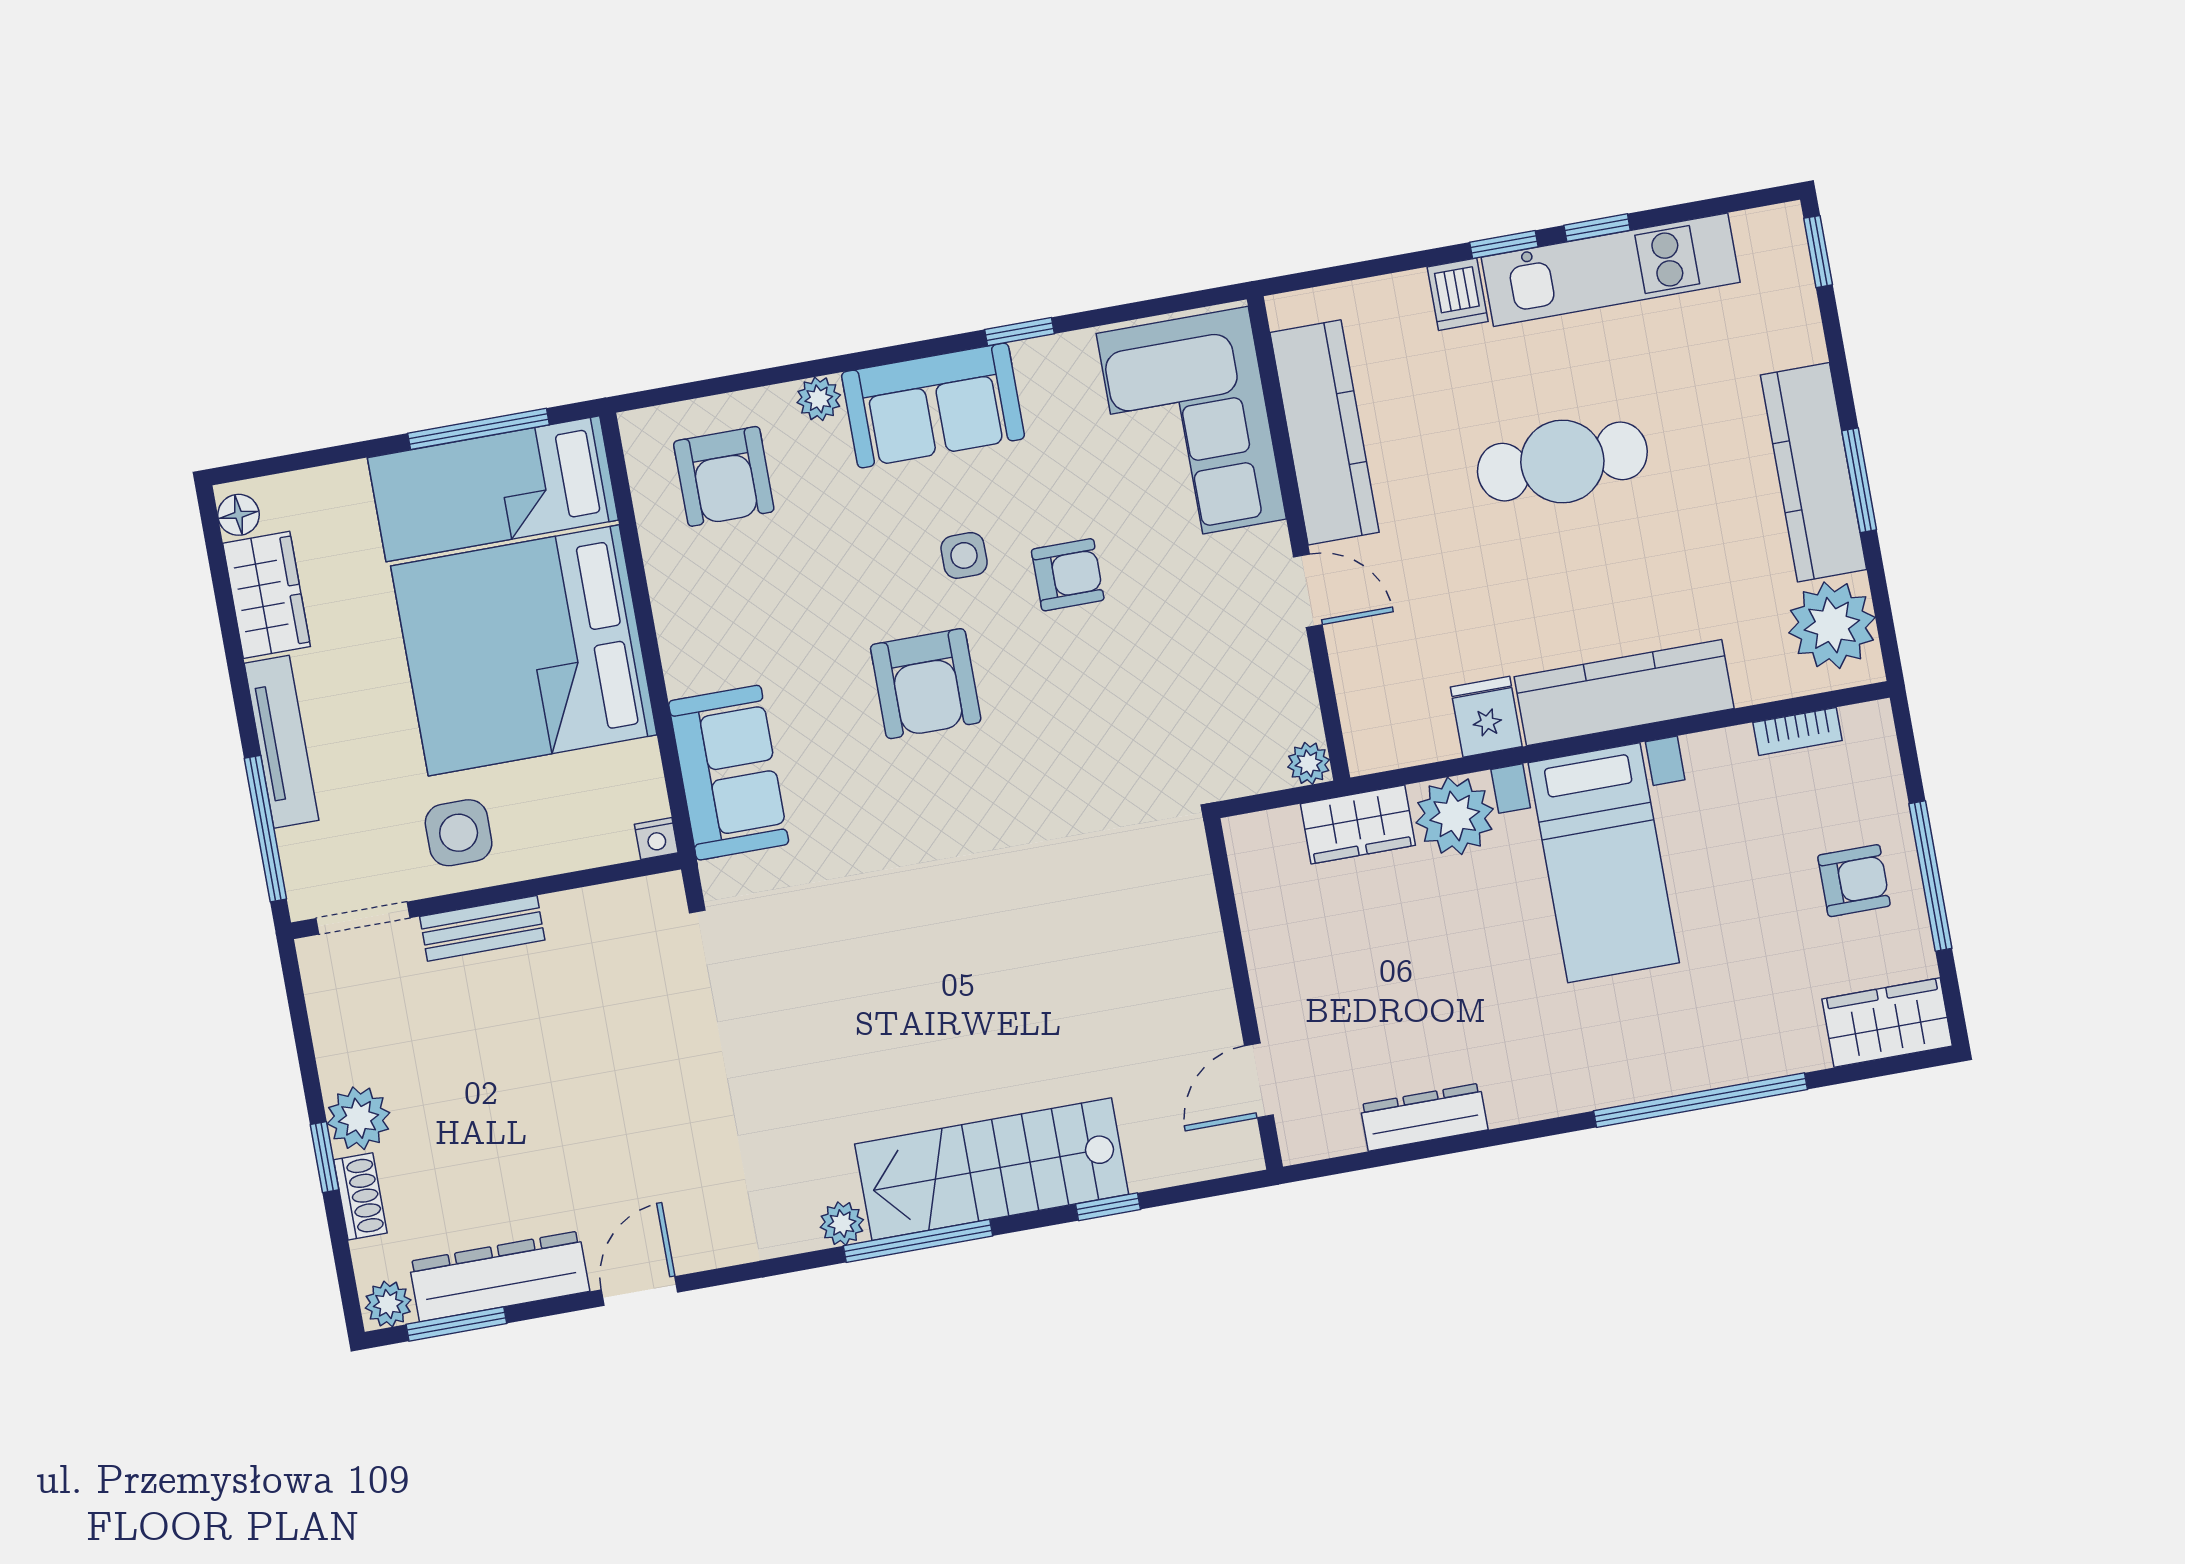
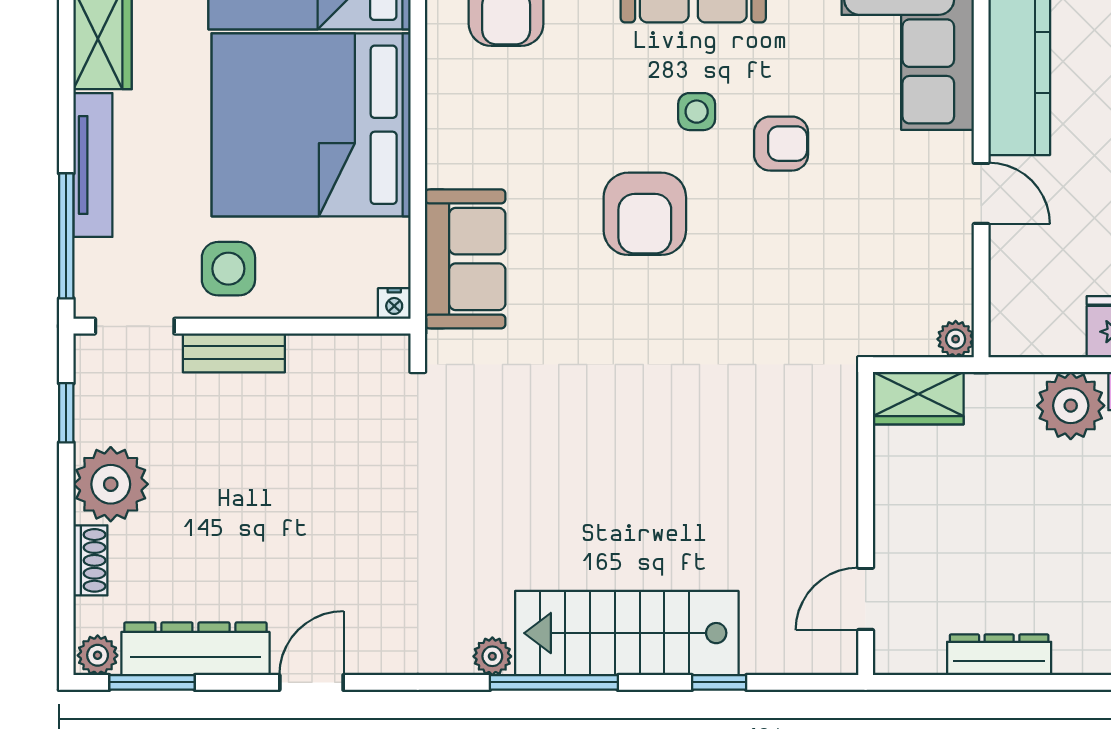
wardrobe: (1358, 825) -> (918, 398), moved
plant: (359, 1118) -> (111, 484), width x1.36, depth x1.36
window: (325, 1157) -> (66, 413), moved

